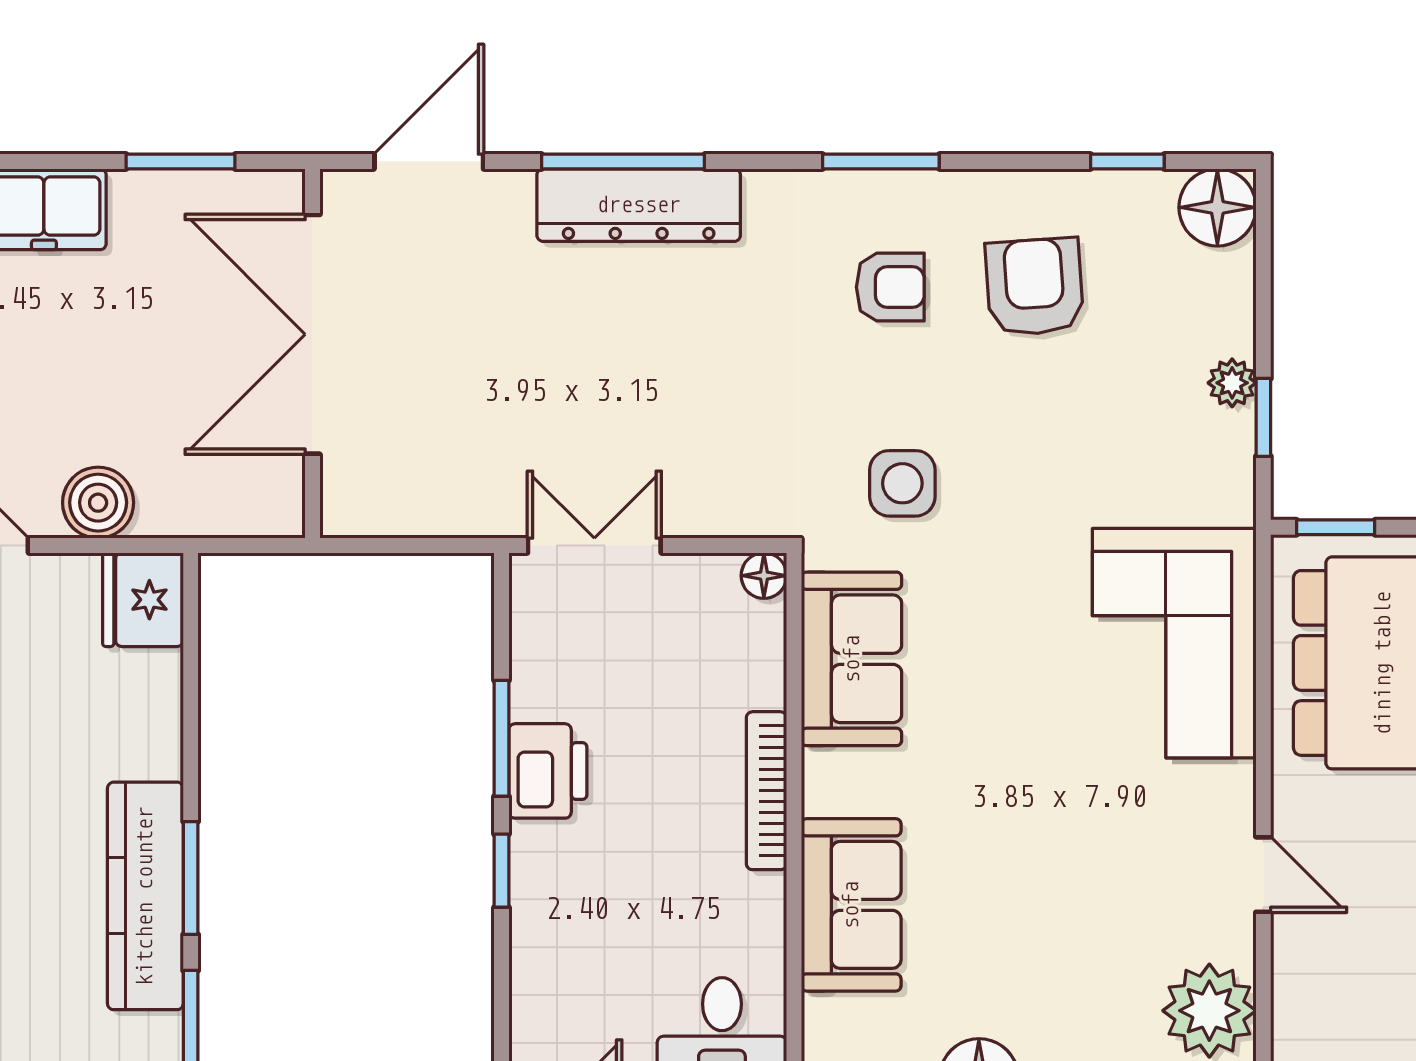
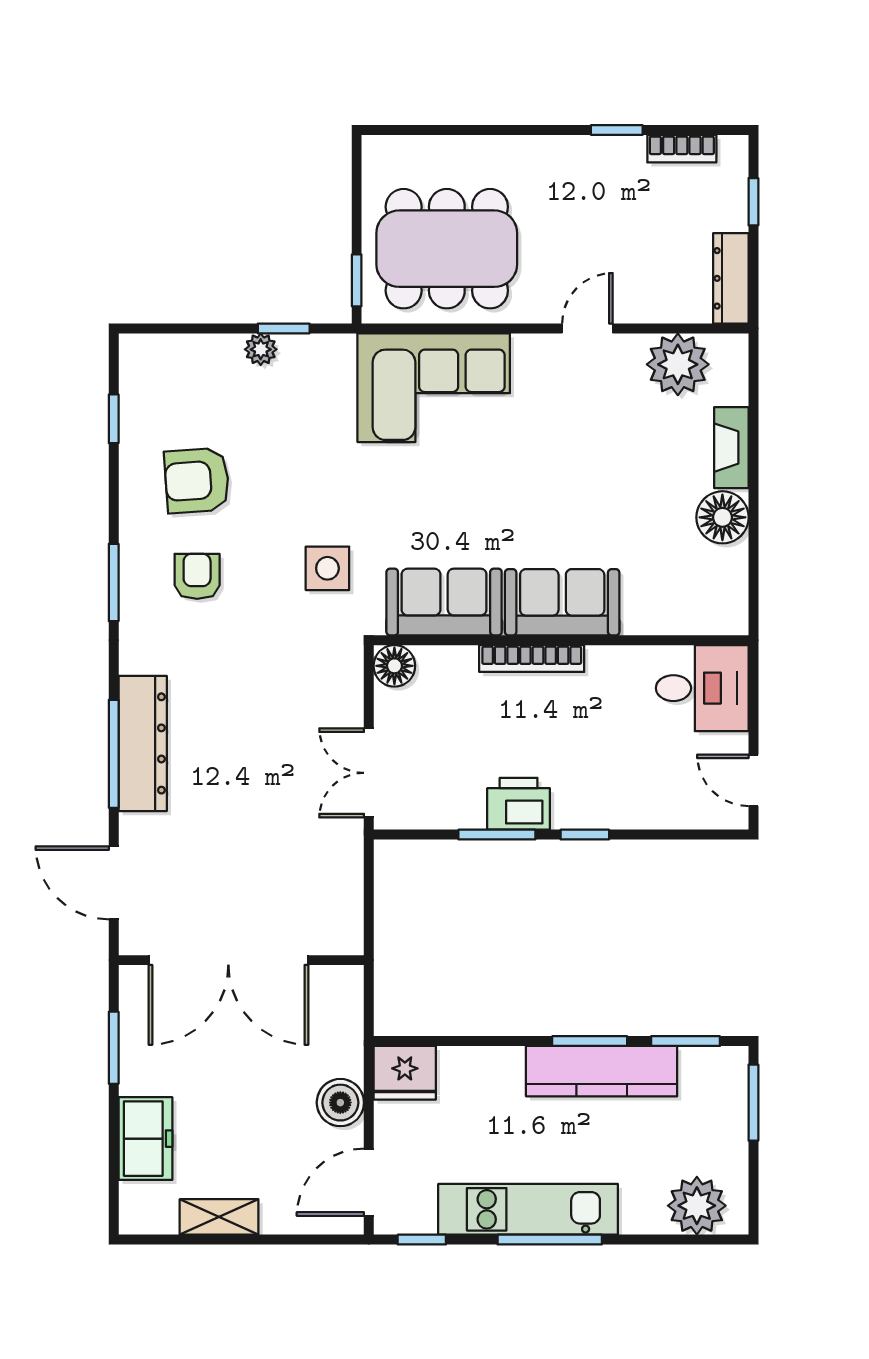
floor lamp: (1217, 207) -> (144, 359), removed
floor lamp: (764, 576) -> (394, 666), width x1.37, depth x1.37
sofa: (851, 905) -> (562, 602), moved

